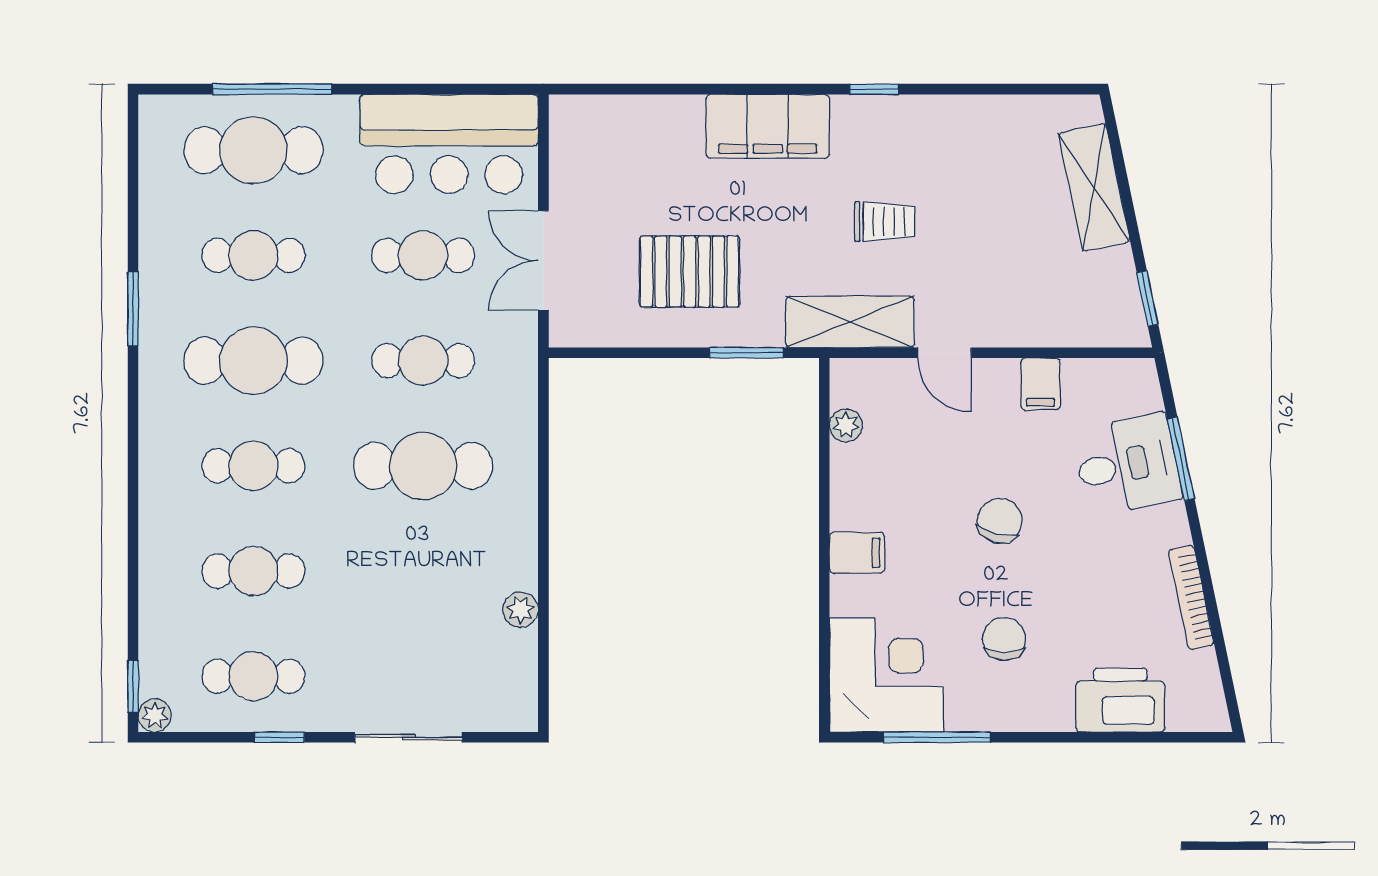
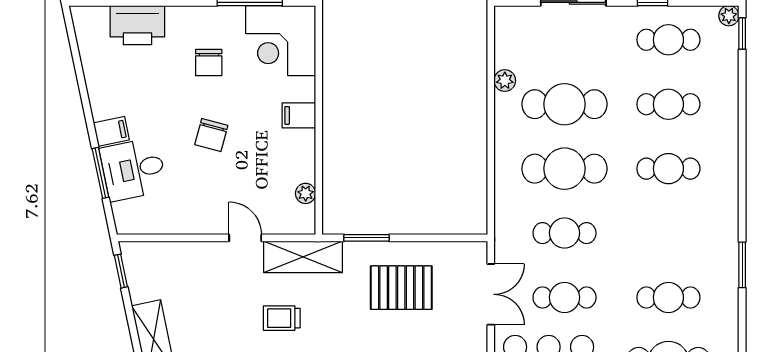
cafe table: (253, 361) -> (565, 104), moved
filing cabinet: (1040, 384) -> (111, 131), moved, turned 78
bookcase: (1191, 598) -> (94, 88), removed

